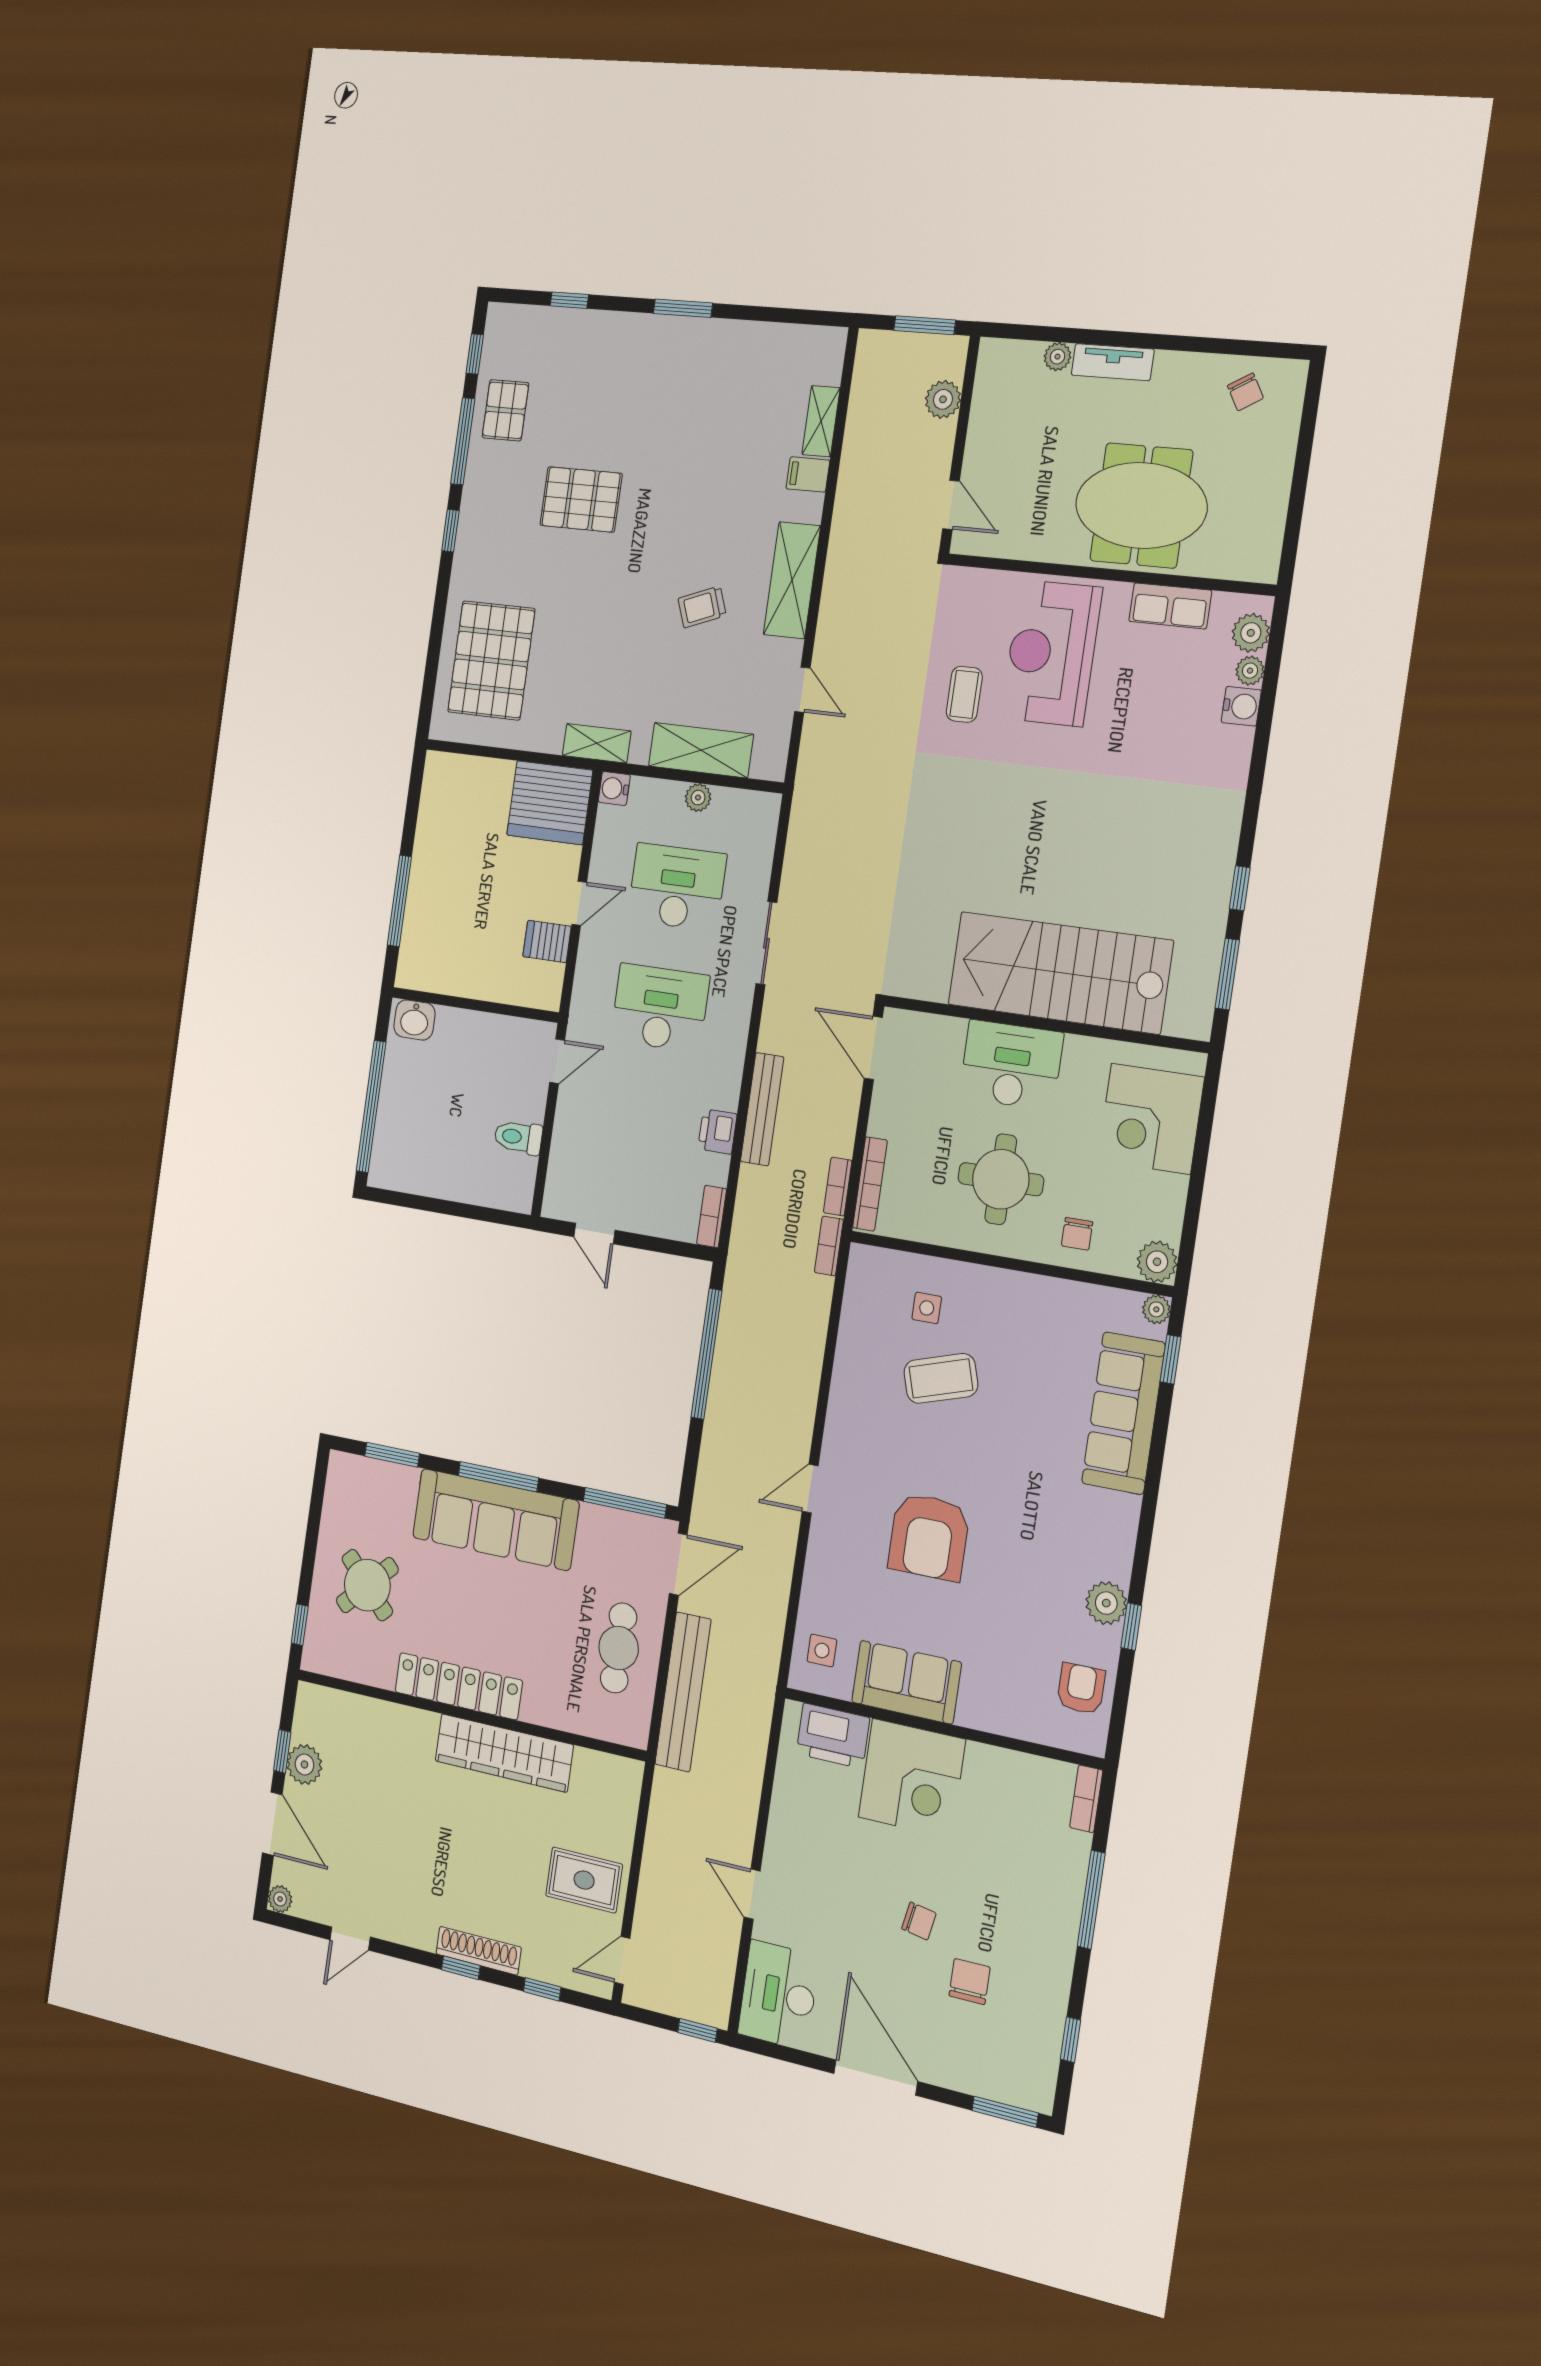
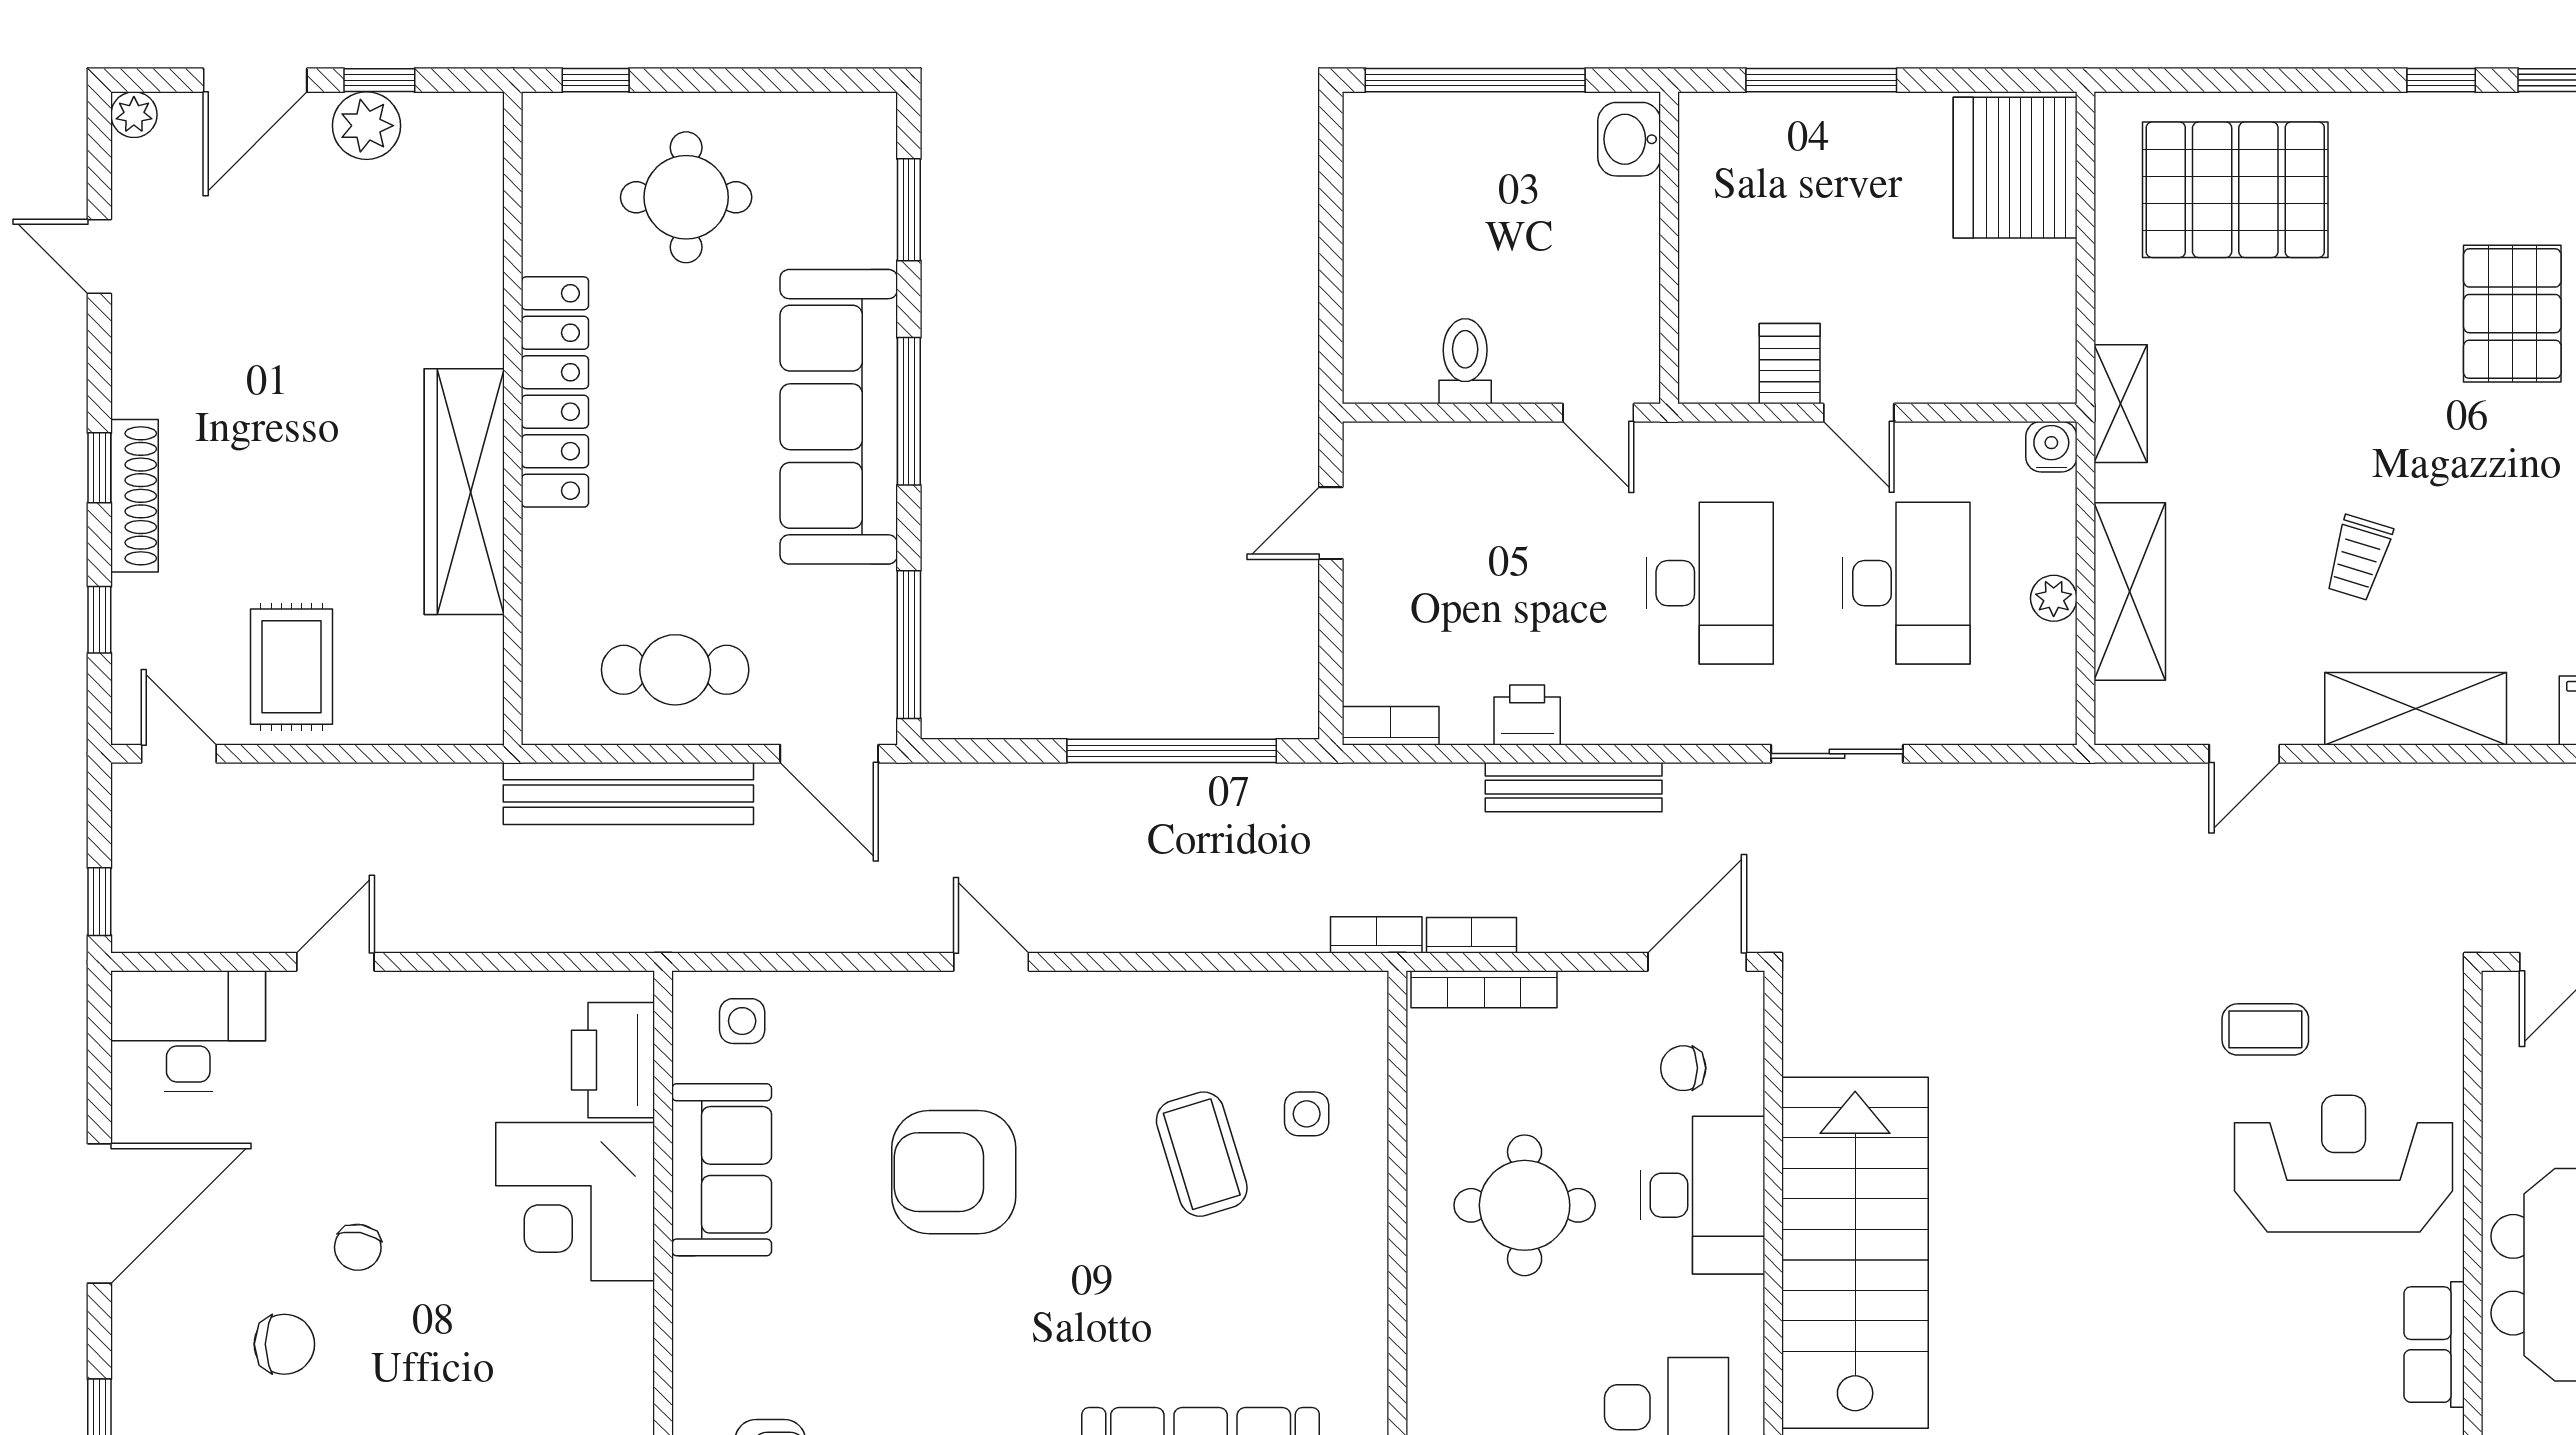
trolley: (702, 607) -> (2359, 558), turned -142
server rack: (550, 803) -> (2015, 168), moved
chair: (1077, 1234) -> (1683, 1068), moved
round table: (367, 1585) -> (686, 197), turned 45

